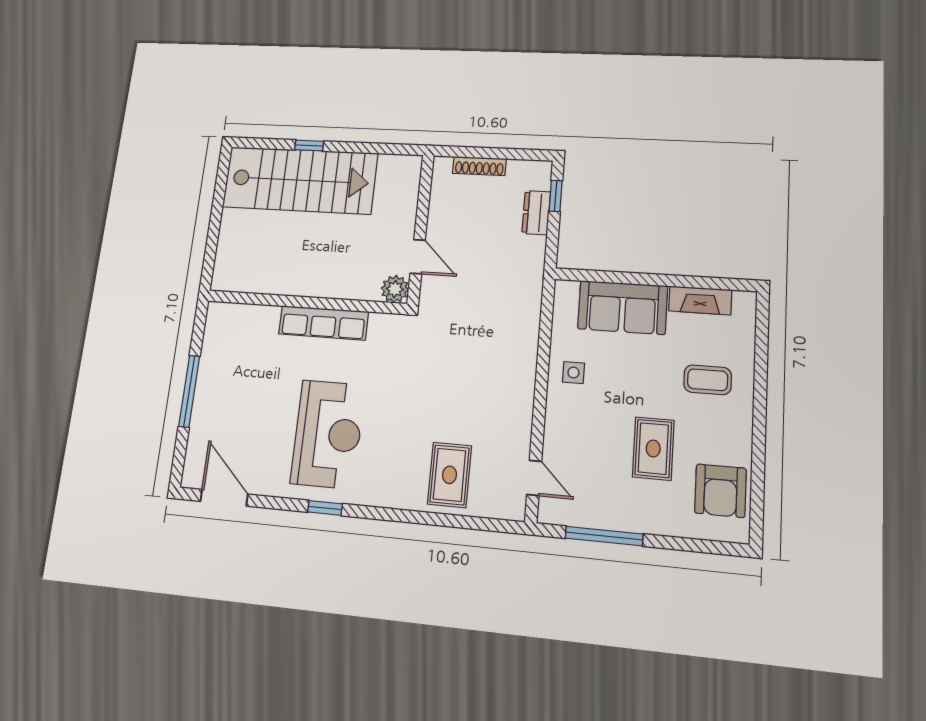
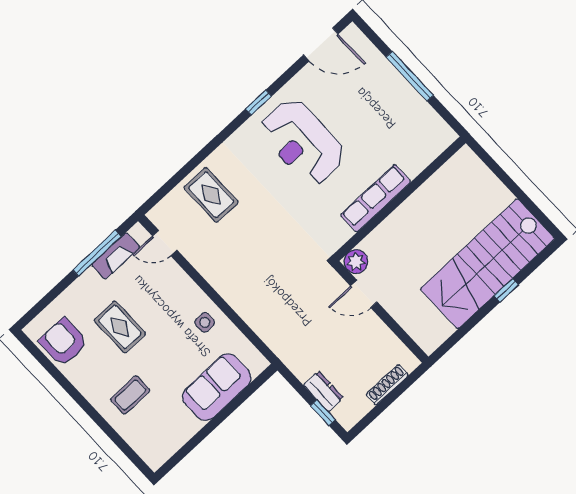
fireplace: (700, 300) -> (116, 256), moved, turned 180

